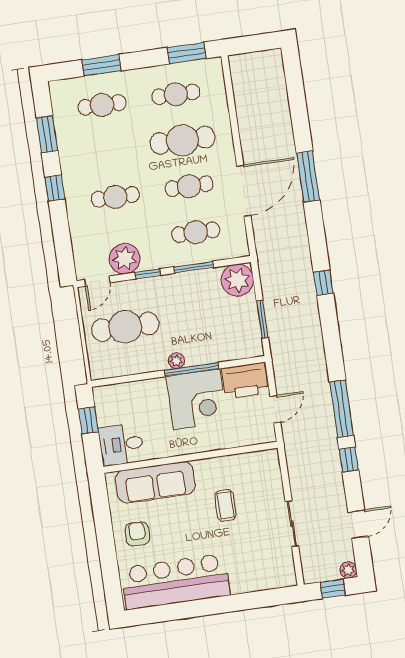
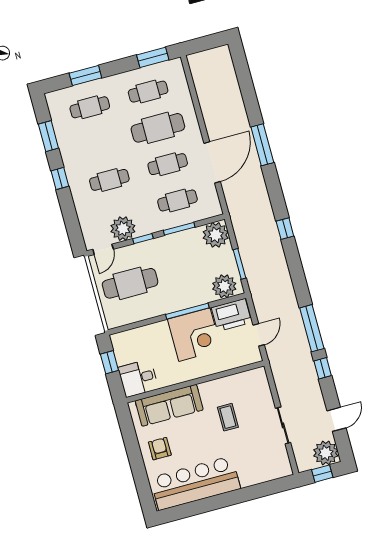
plant: (176, 361) -> (224, 286), moved, width x1.88, depth x1.88
plant: (348, 570) -> (326, 453), width x1.88, depth x1.88

